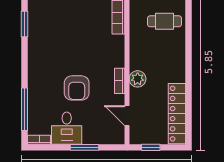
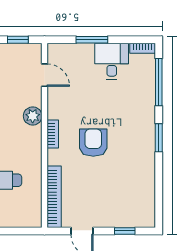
window: (25, 24) -> (159, 138), moved
bookcase: (120, 81) -> (53, 134), moved
armchair: (77, 88) -> (93, 143), moved

